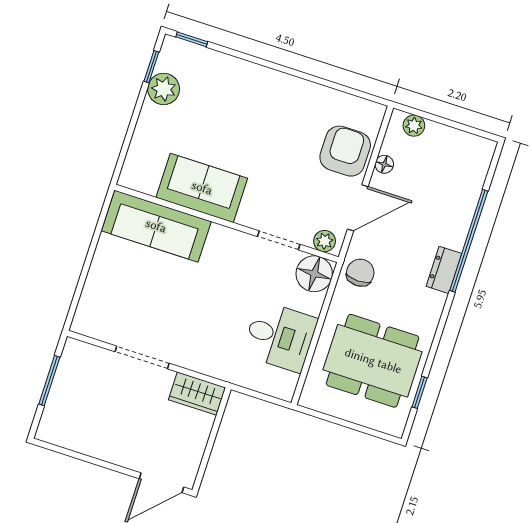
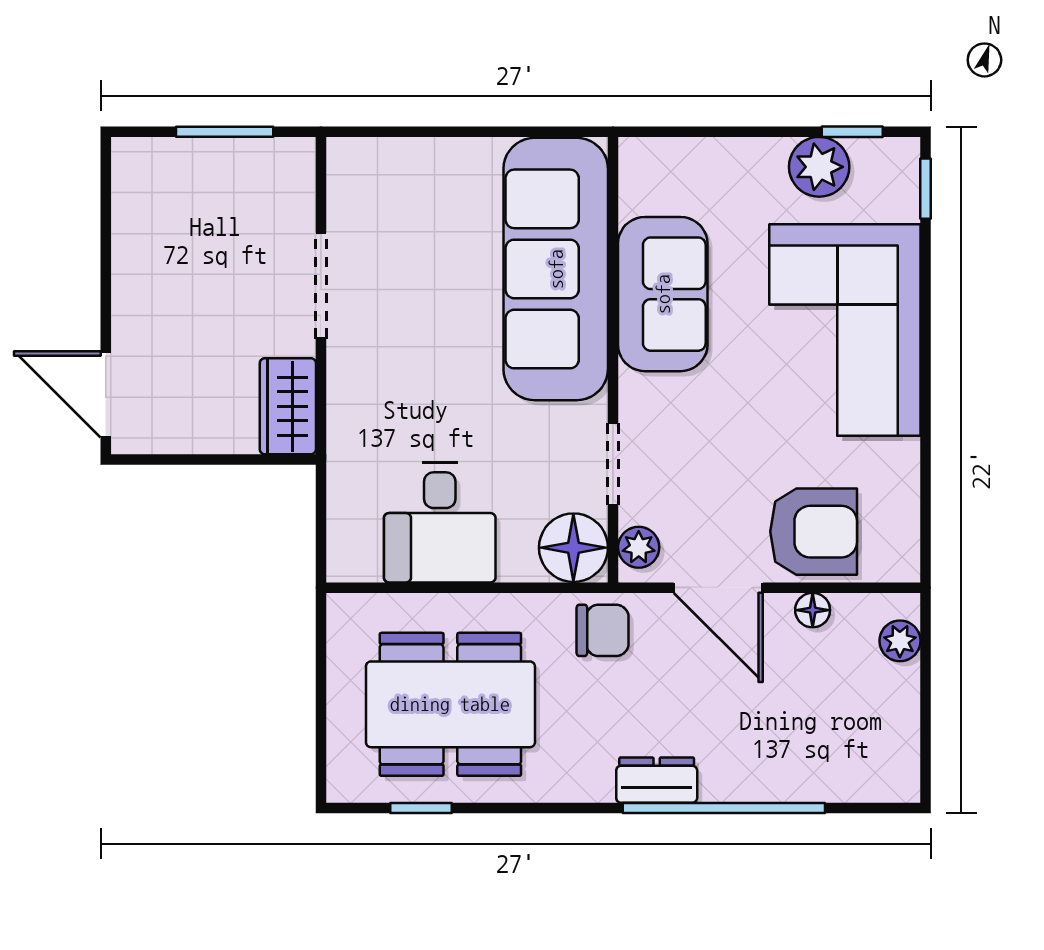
corner sofa: (249, 103) -> (845, 330), added
sofa: (156, 226) -> (556, 269), width x1.36, depth x1.27
dining table: (373, 361) -> (450, 704), turned 90

